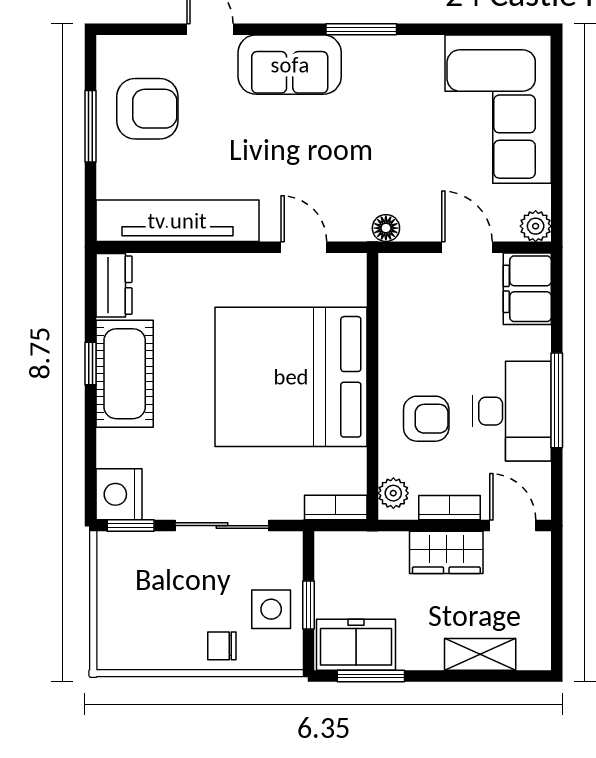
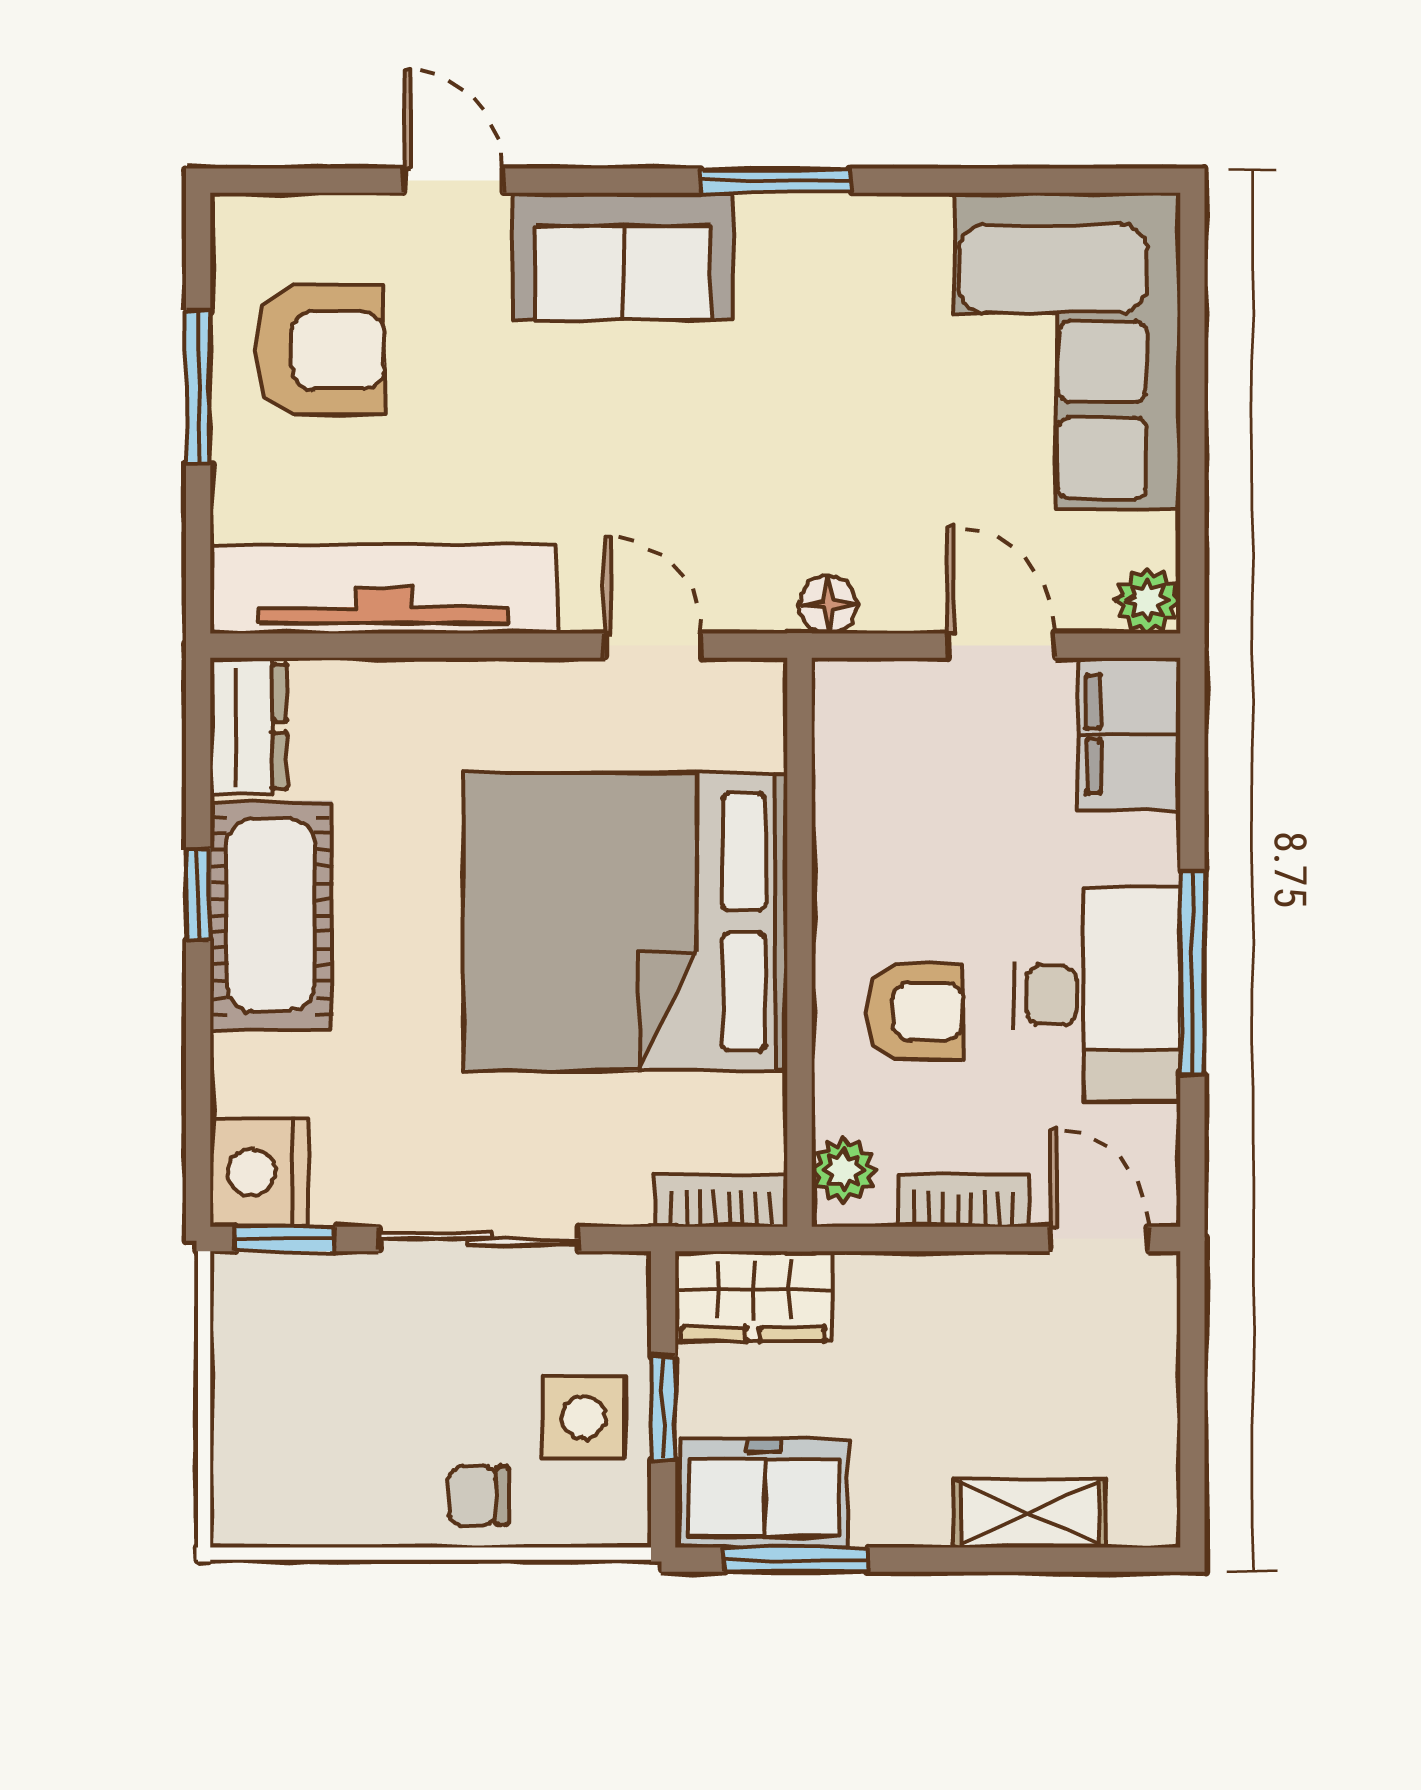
wardrobe: (446, 552) -> (753, 1296), moved

